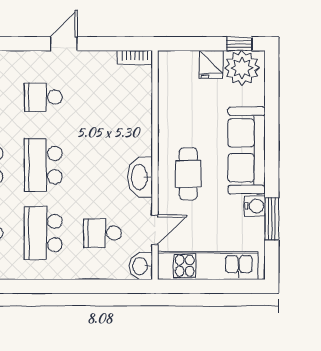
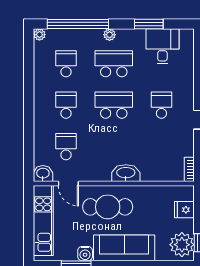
fridge: (211, 64) -> (184, 210), moved
cafe table: (188, 174) -> (108, 207), width x1.37, depth x1.35
washbasin: (140, 177) -> (126, 173), moved
school desk: (43, 233) -> (66, 105), width x0.54

